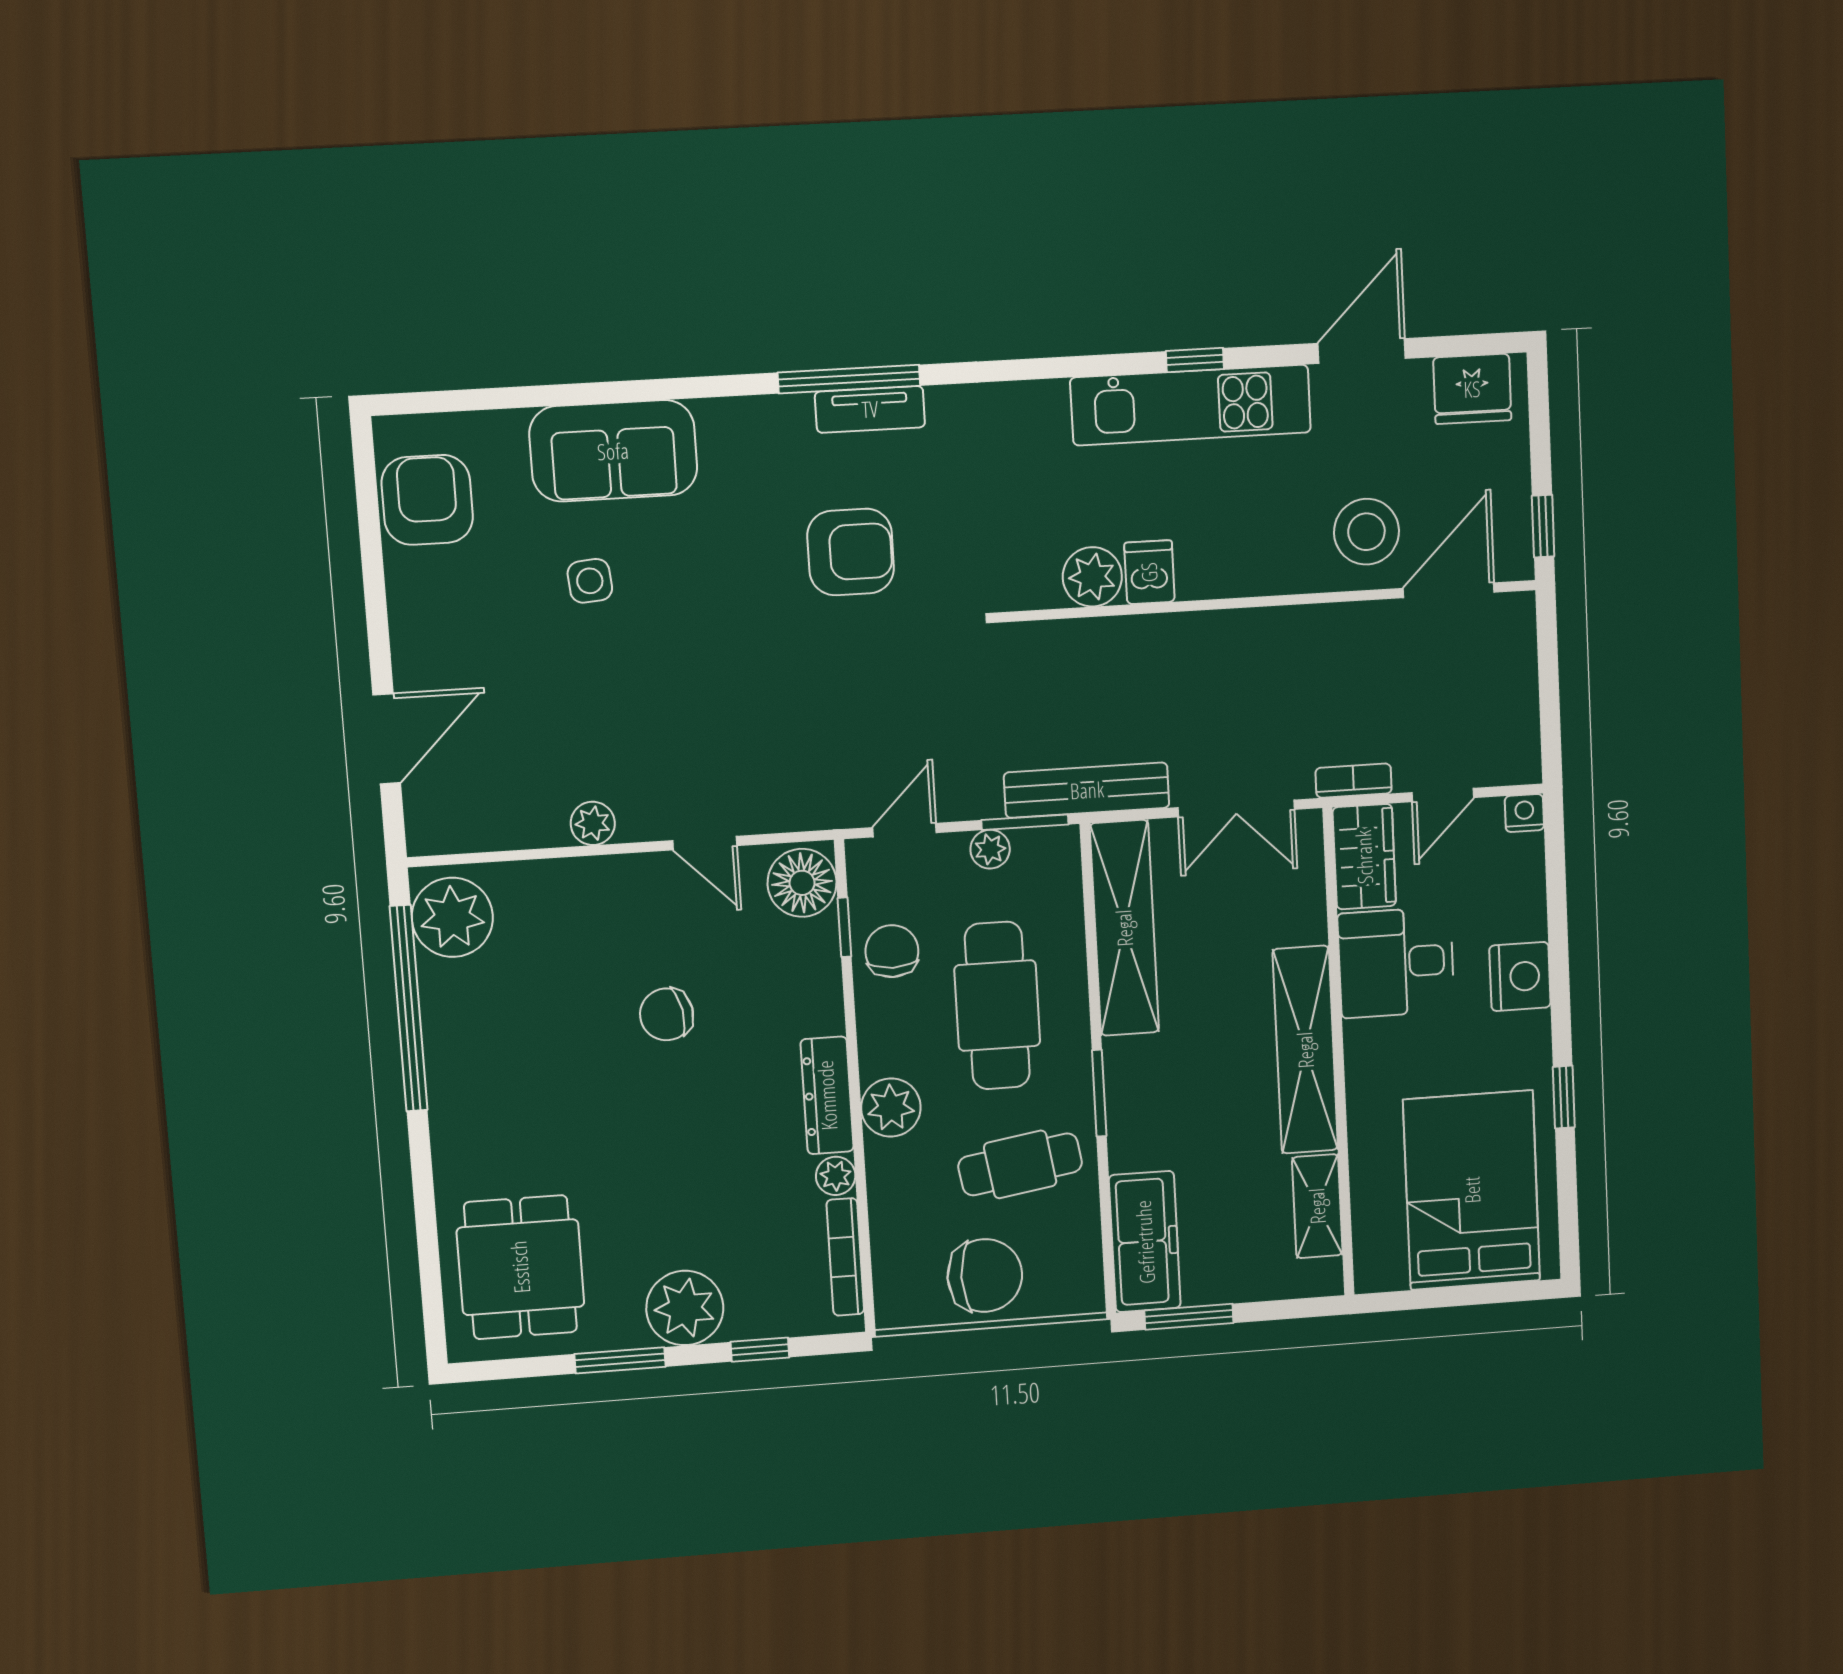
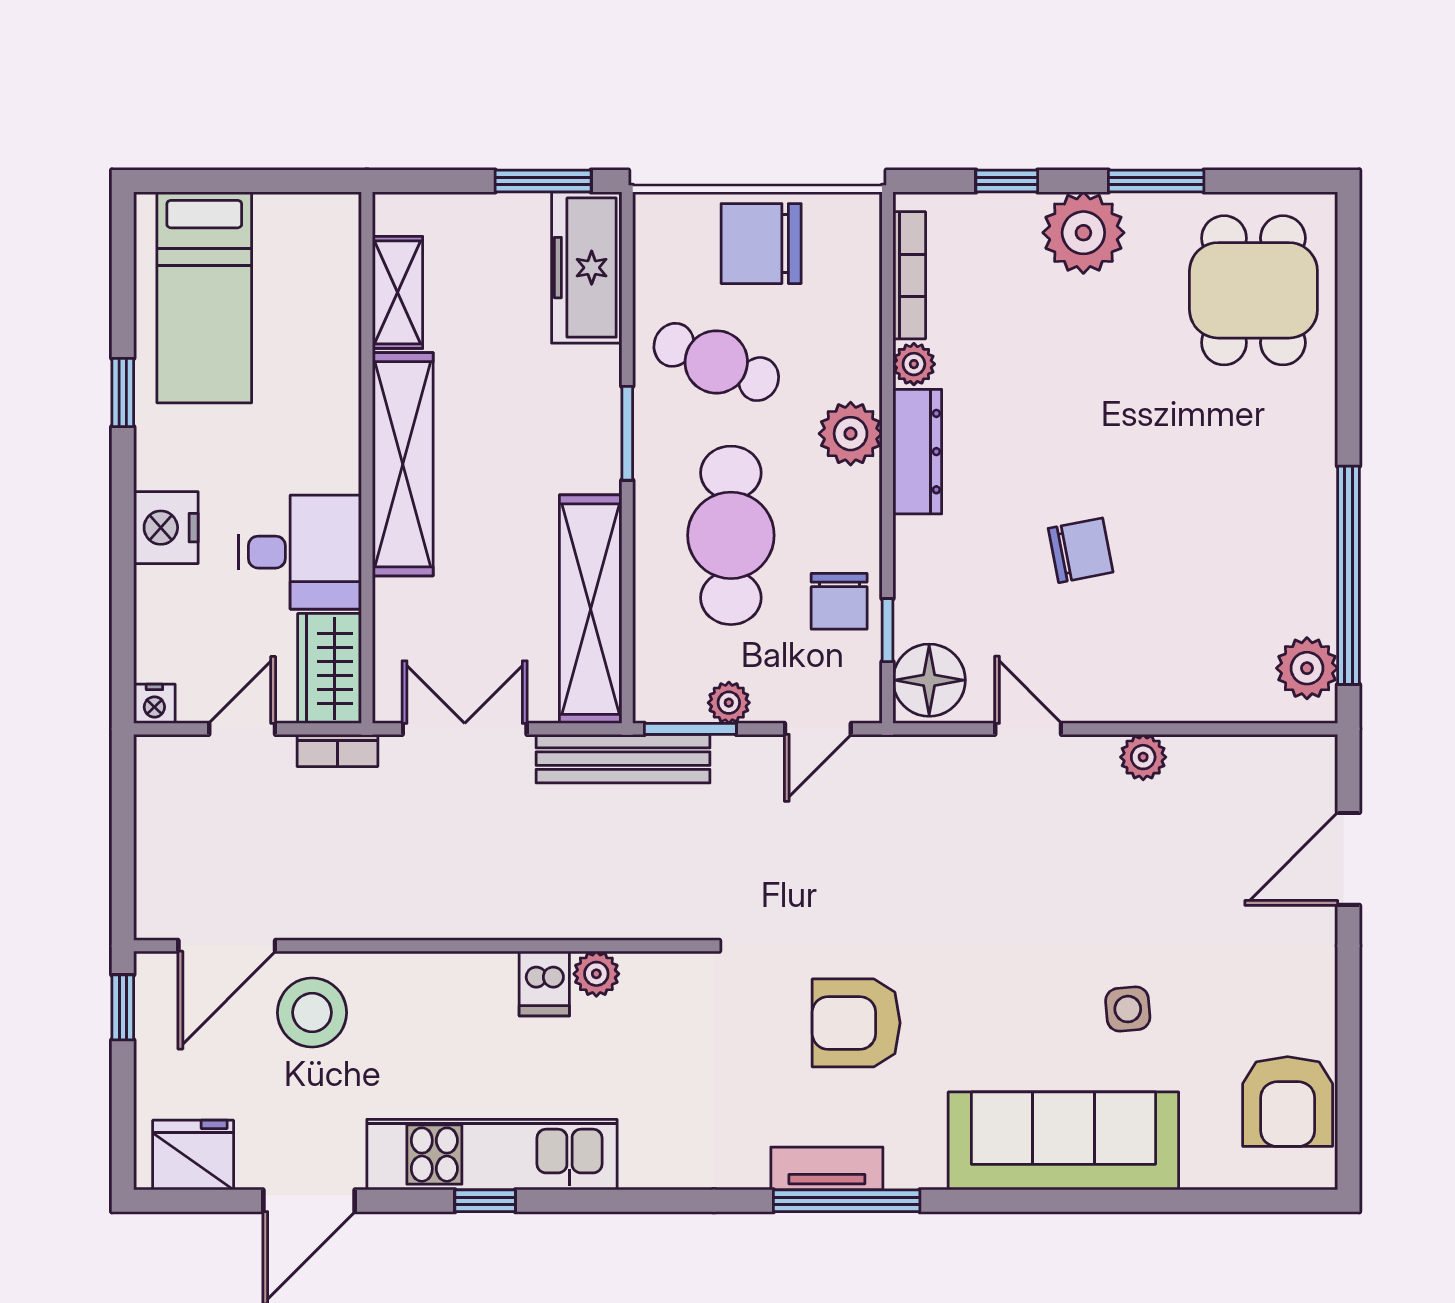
sofa: (613, 451) -> (1063, 1141), width x1.36
plant: (1092, 577) -> (596, 974), width x0.73, depth x0.73
plant: (452, 917) -> (1307, 668), width x0.73, depth x0.73
cafe table: (1020, 1164) -> (716, 362), turned 31
bed: (1472, 1190) -> (204, 297), width x0.67

